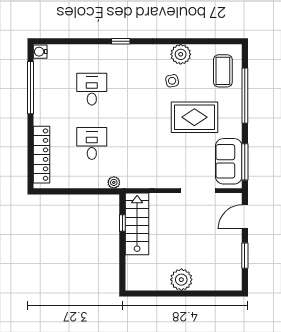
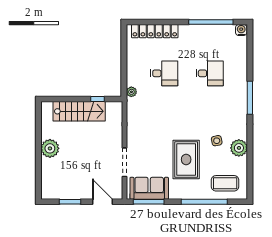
window: (121, 41) -> (250, 98), width x2.17
stairs: (137, 224) -> (79, 111), moved

